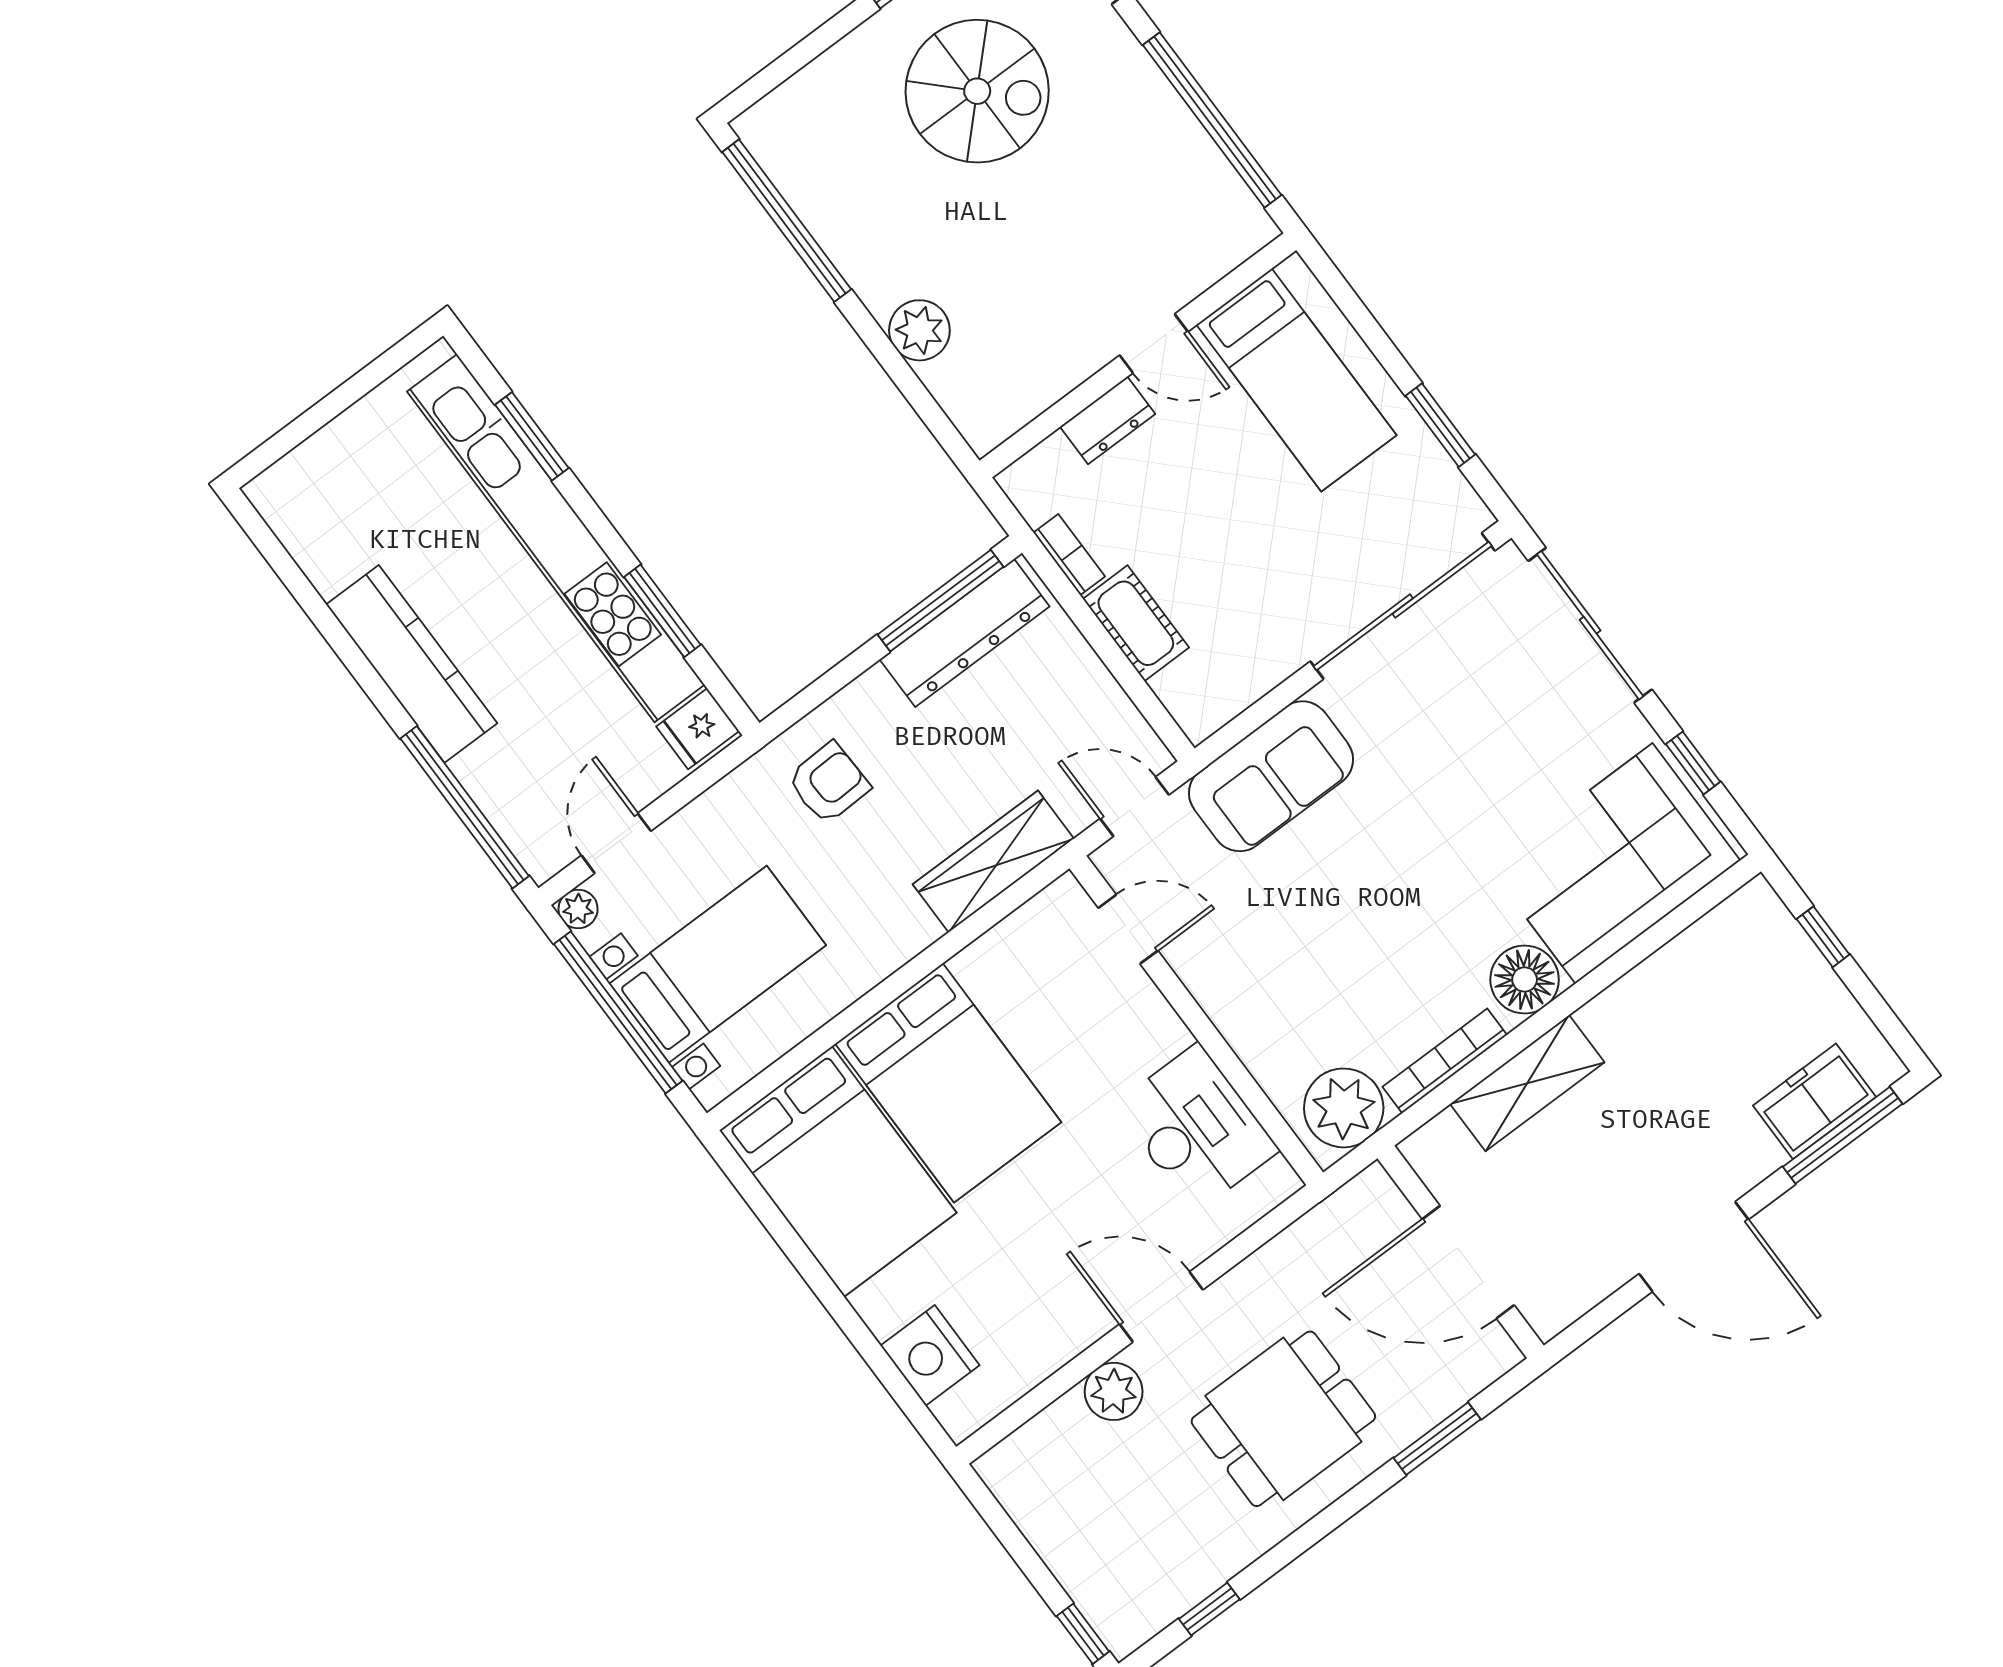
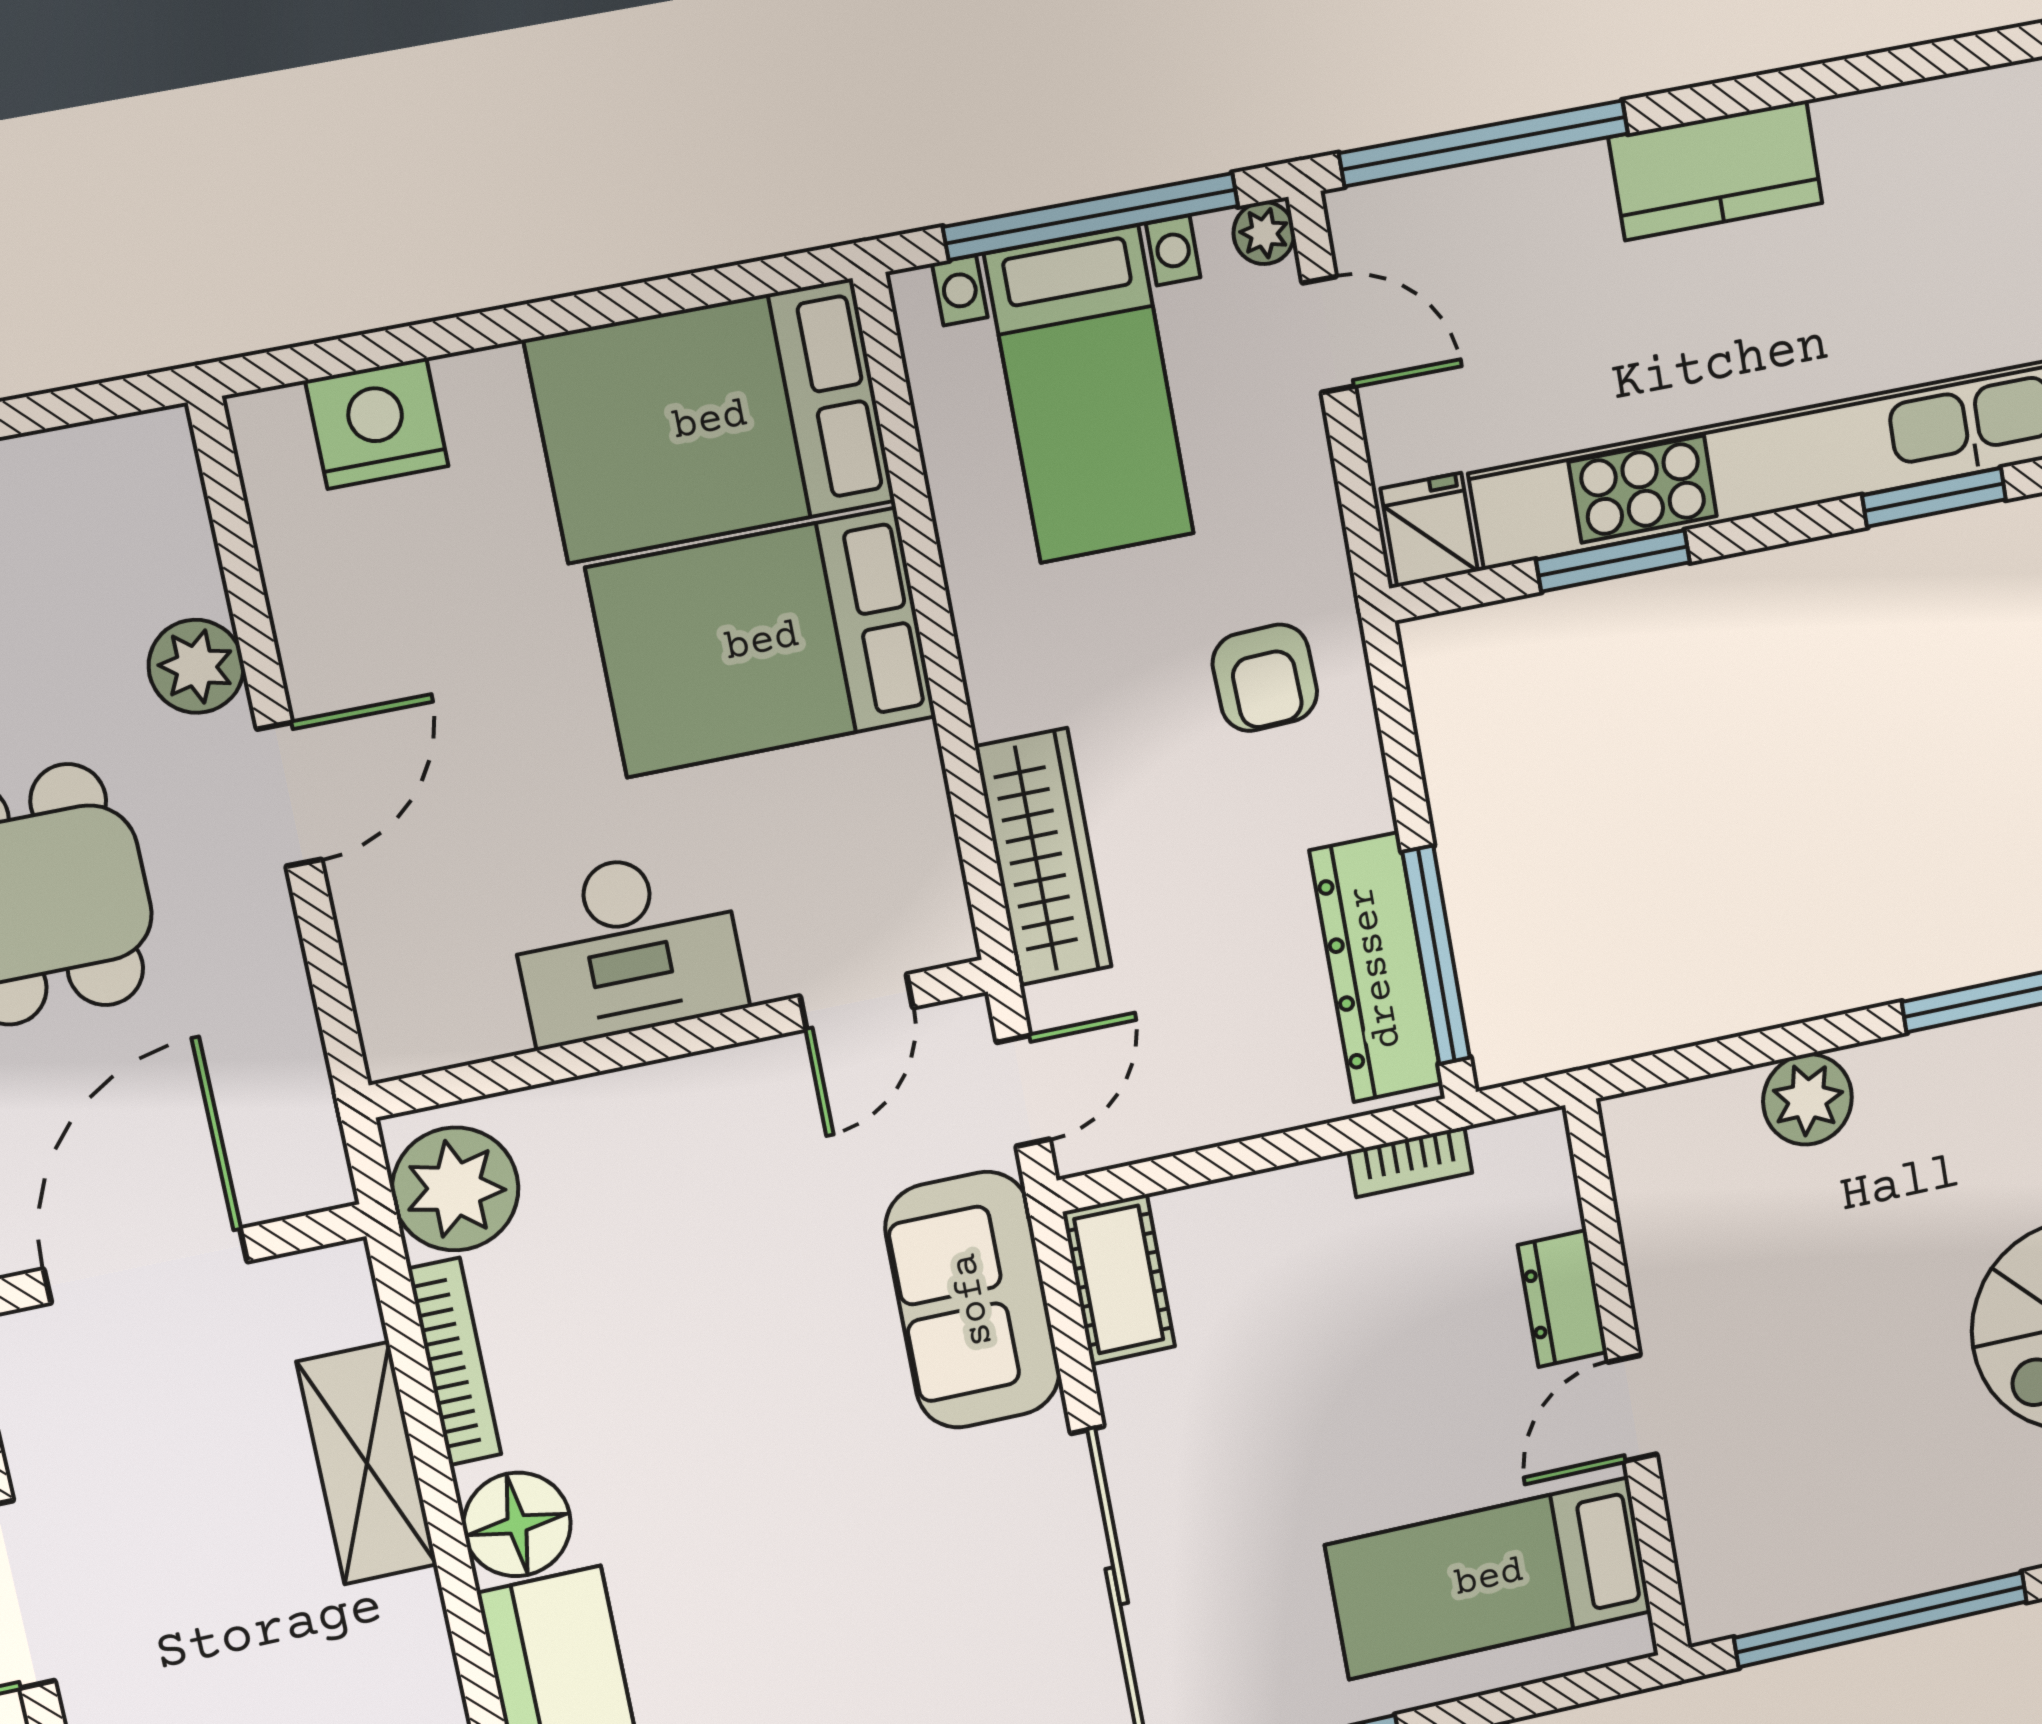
cot: (1136, 623) -> (1119, 1279), moved, turned 90
kitchen counter: (412, 664) -> (1716, 170), width x0.67
desk: (1196, 1128) -> (627, 946), moved

